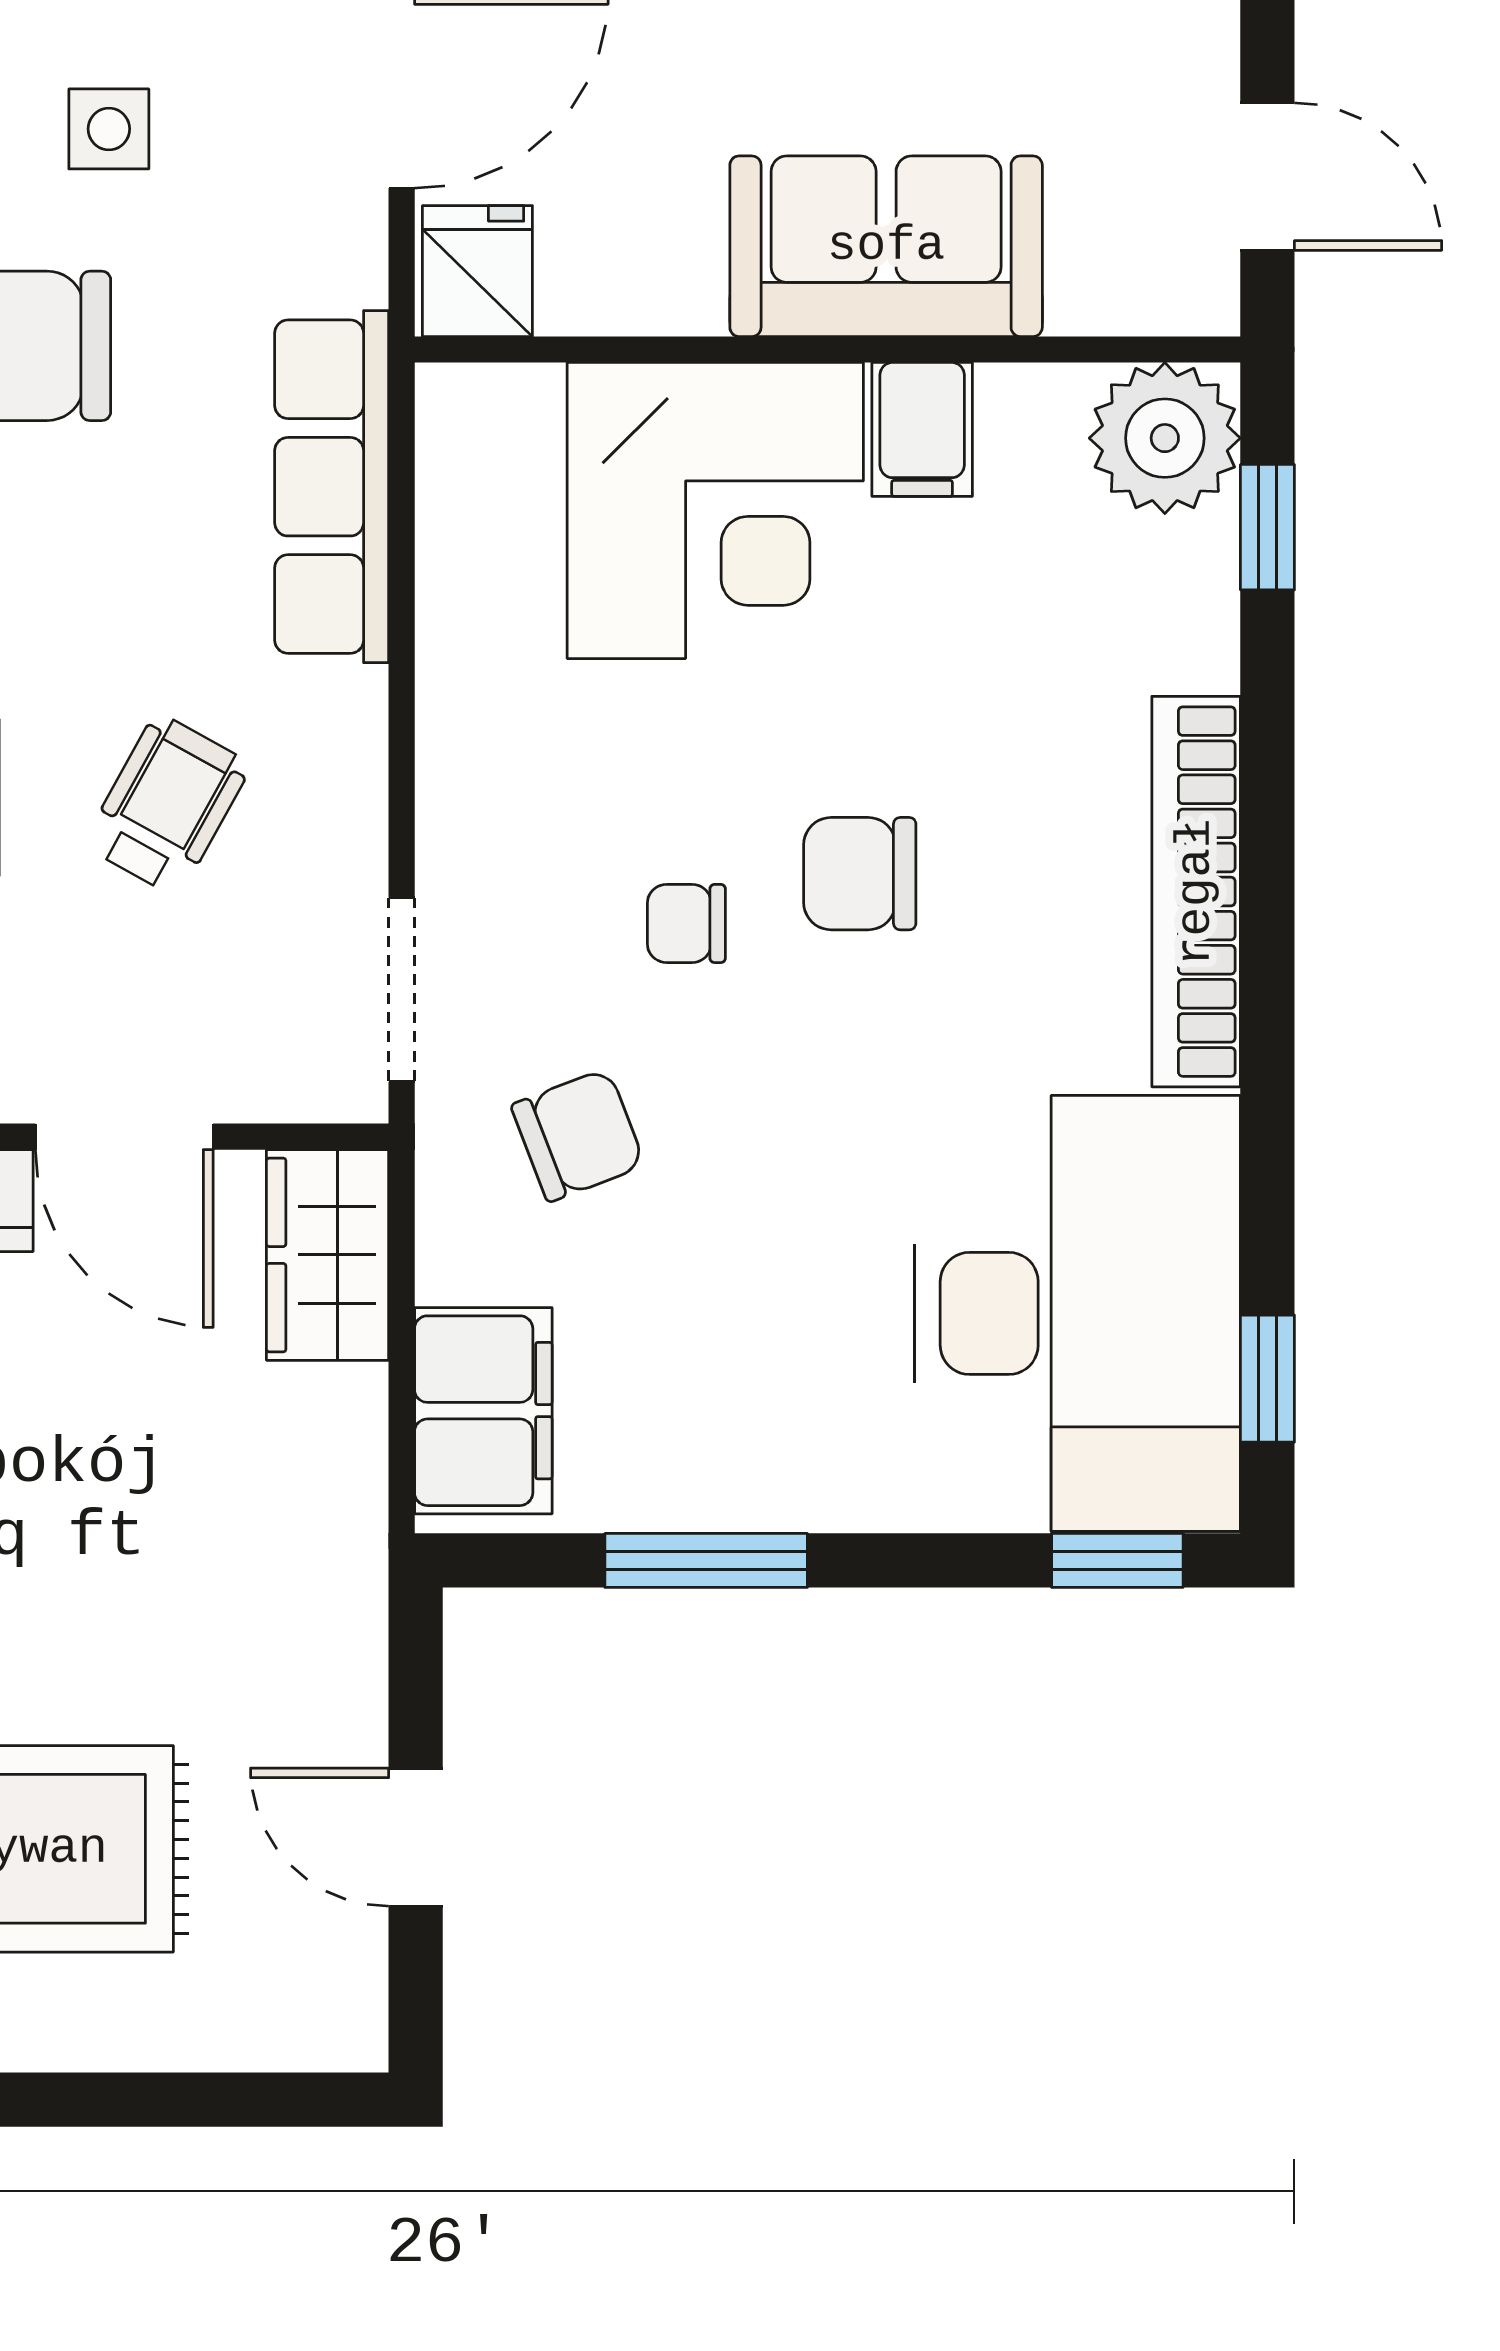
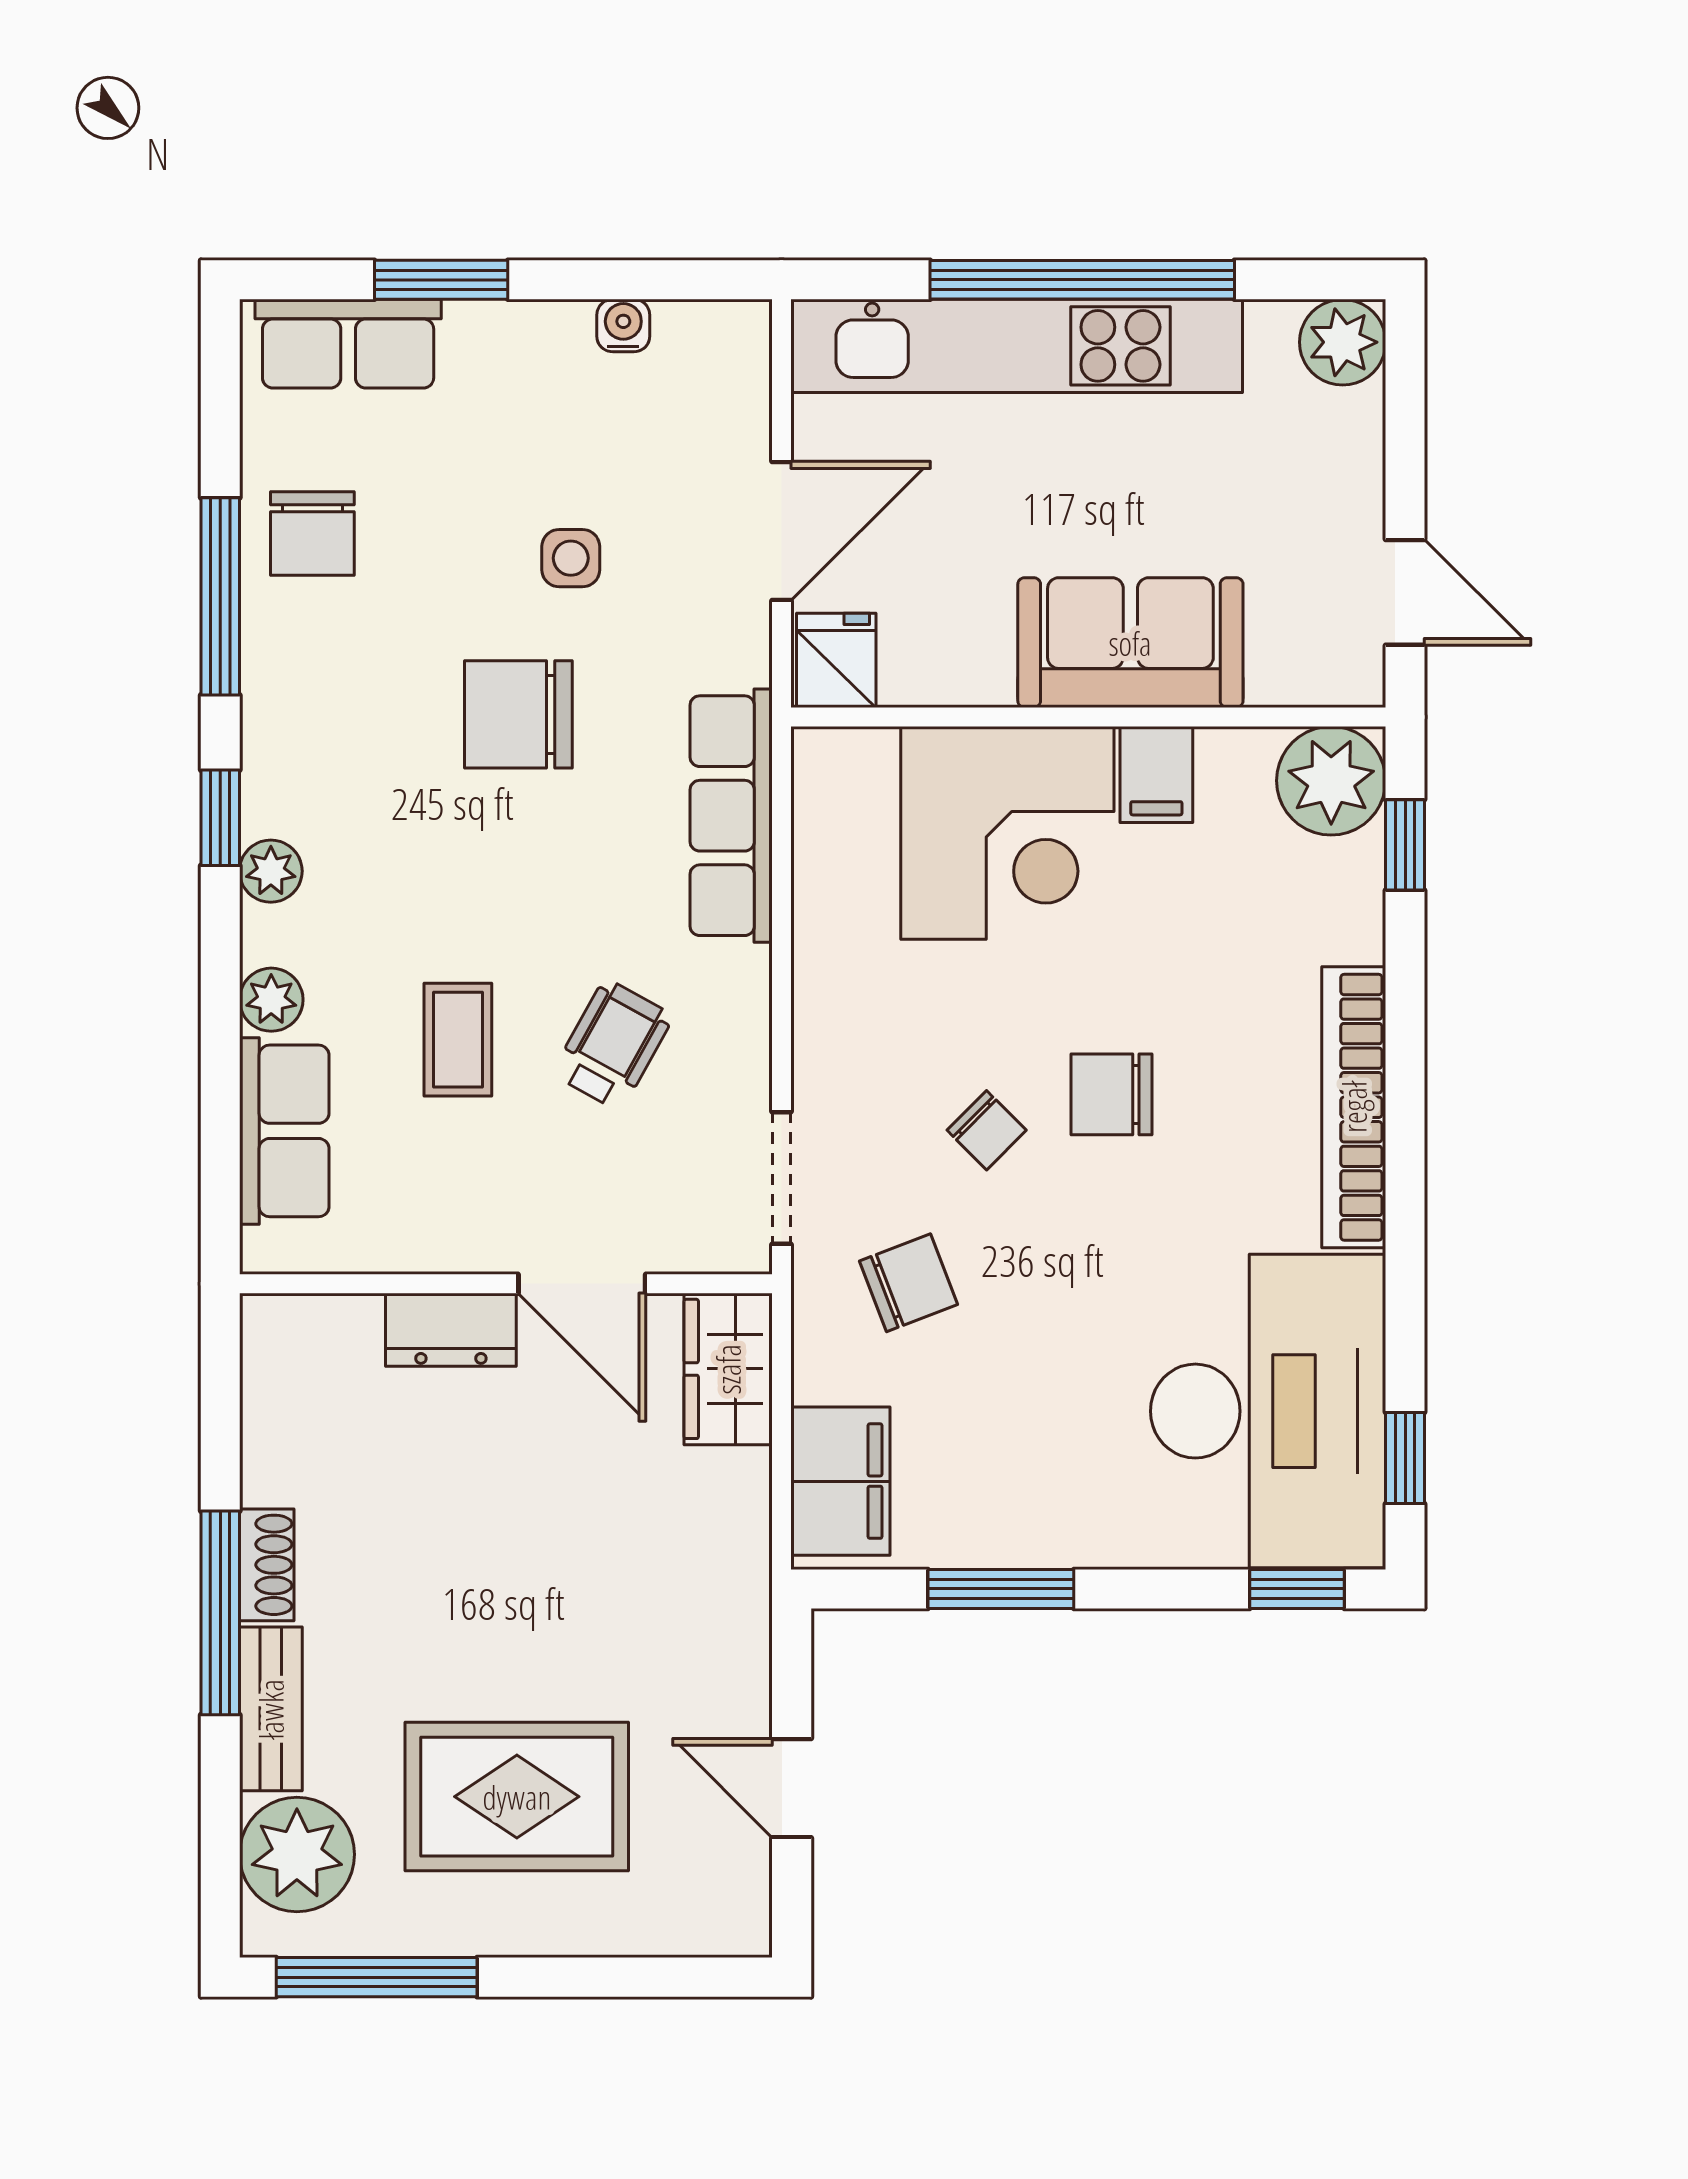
chair: (686, 923) -> (987, 1130), turned -135

